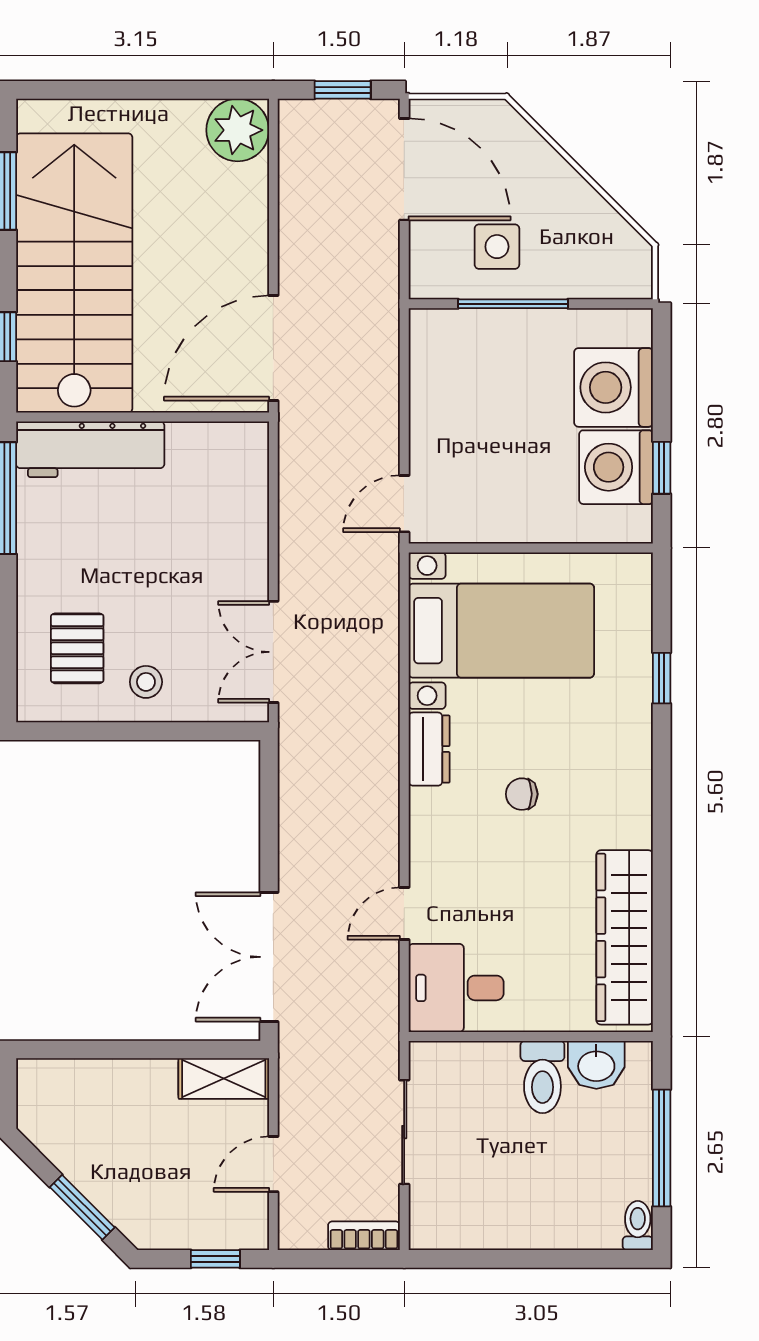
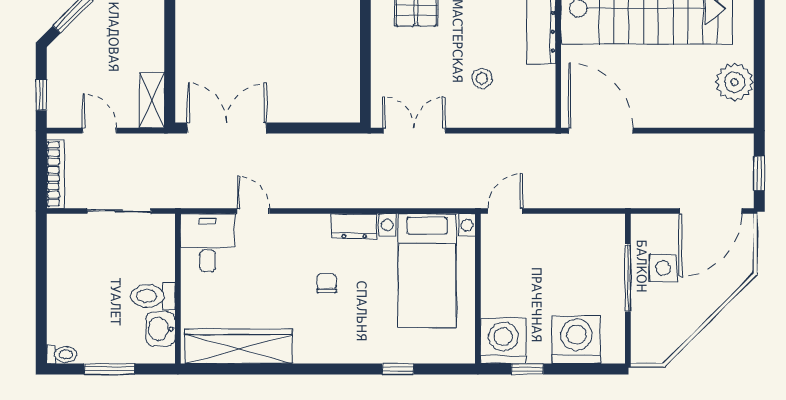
plant: (238, 130) -> (735, 82), moved
washing machine: (616, 467) -> (503, 341), moved
door: (404, 504) -> (505, 211), hinge flipped
stool: (146, 682) -> (482, 78), moved
window: (662, 1148) -> (109, 369), width x0.69
bookcase: (364, 1236) -> (55, 174), width x1.56

